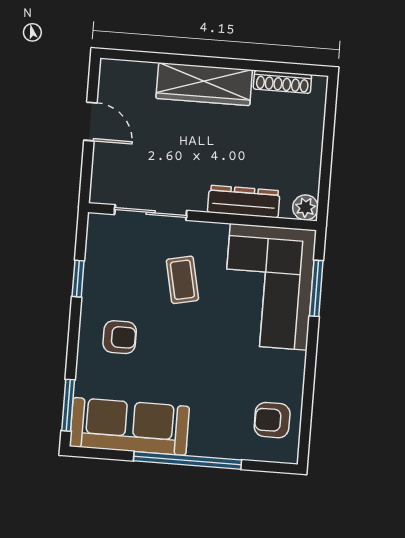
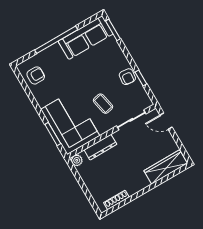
wardrobe: (204, 84) -> (166, 167), moved
door: (90, 122) -> (166, 121), moved
armchair: (120, 337) -> (127, 77), moved, turned -84

